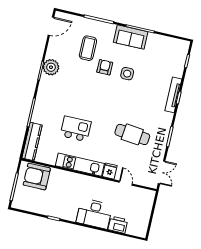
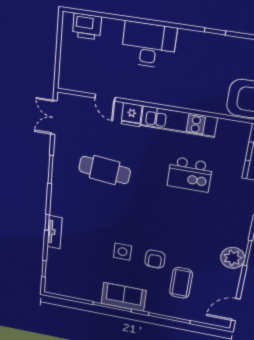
tv unit: (173, 95) -> (54, 232), width x0.71
printer: (118, 225) -> (87, 27), moved

